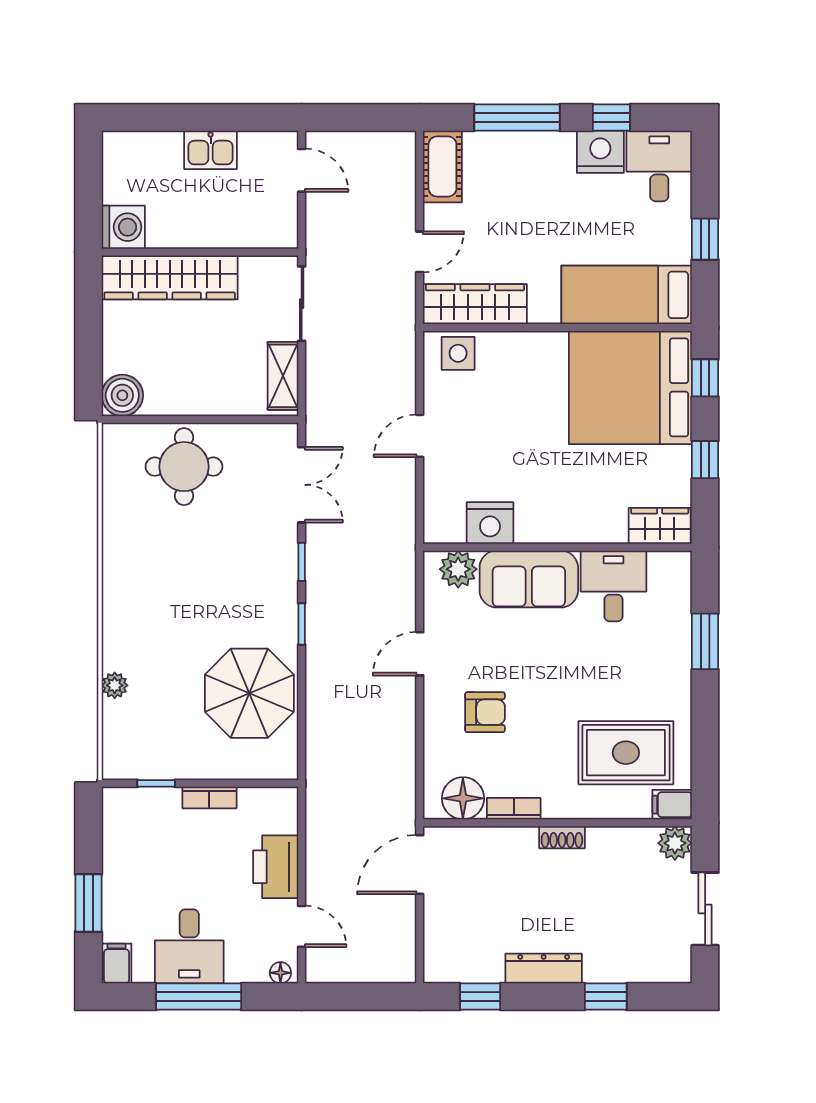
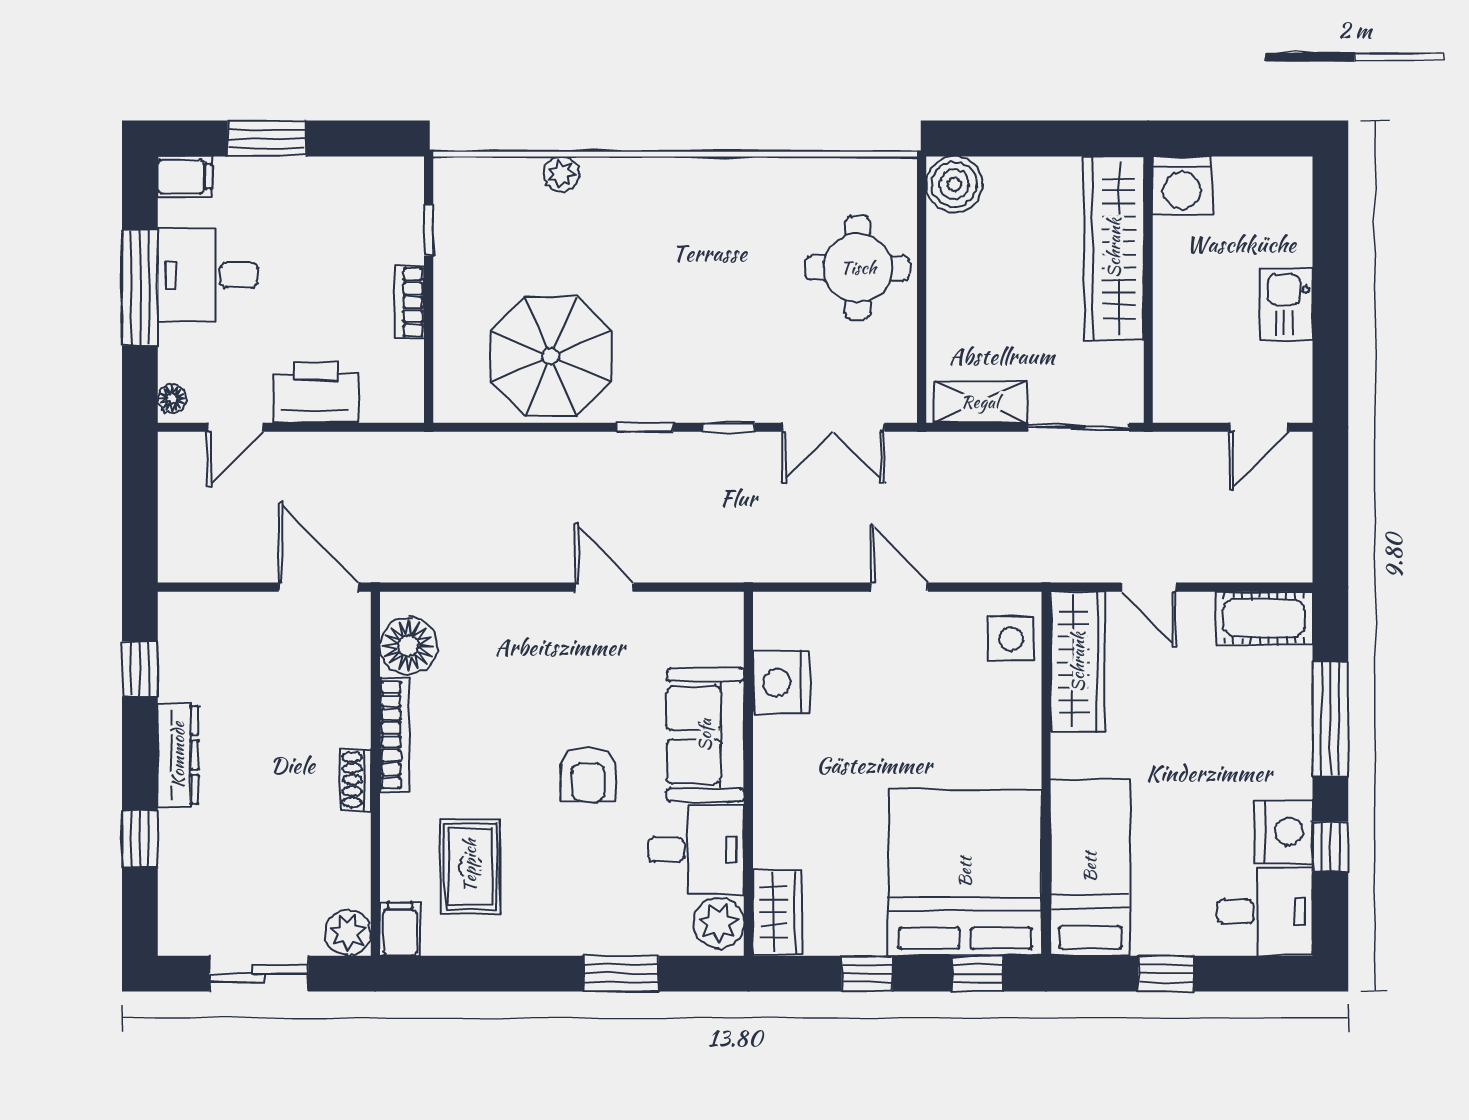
plant: (458, 569) -> (719, 923), moved
armchair: (485, 712) -> (588, 775), moved
rug: (626, 753) -> (470, 866), width x0.73, depth x0.70
bookcase: (514, 809) -> (394, 735), width x1.56

